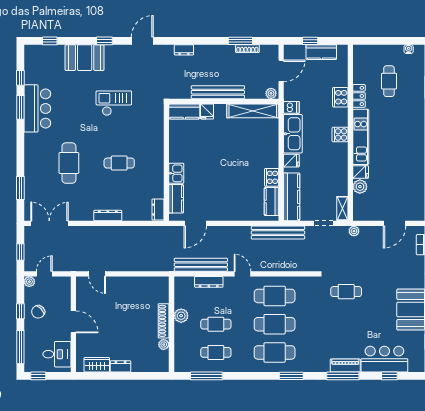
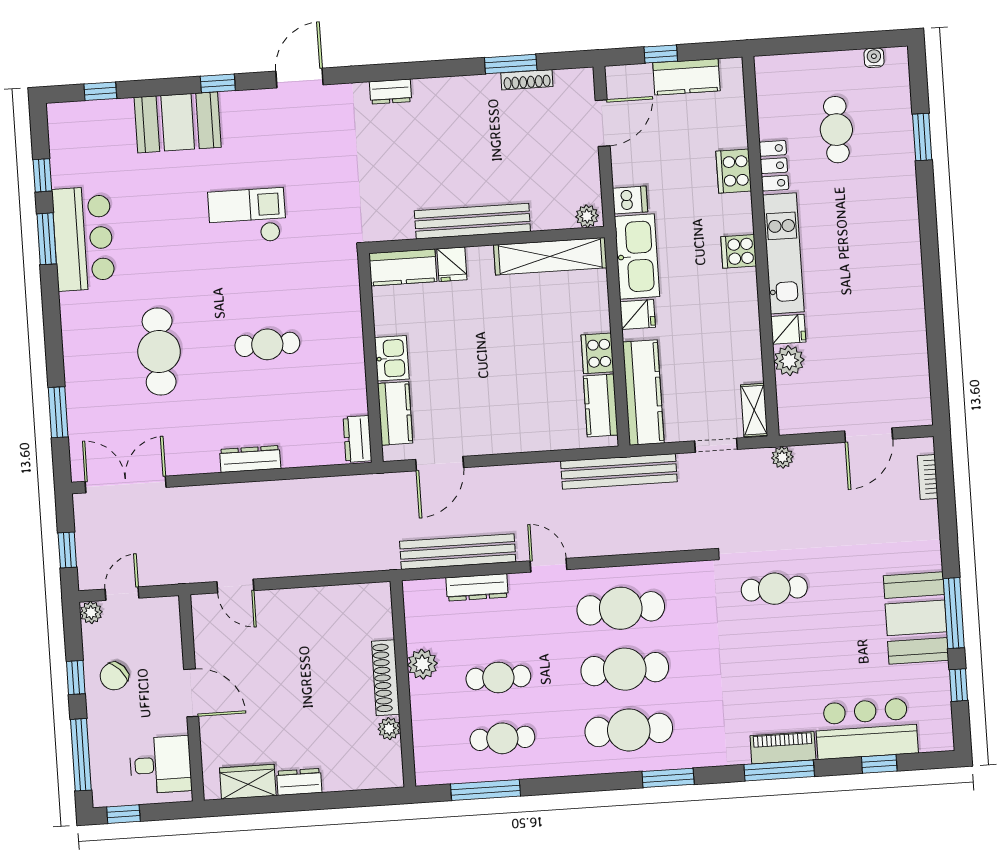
bench: (218, 92) -> (472, 221), moved
plant: (271, 93) -> (587, 216), moved
wall: (224, 101) -> (486, 240), moved
kitchen counter: (184, 111) -> (403, 267), moved
fridge: (207, 111) -> (452, 264), moved
shelving: (253, 111) -> (550, 256), moved

